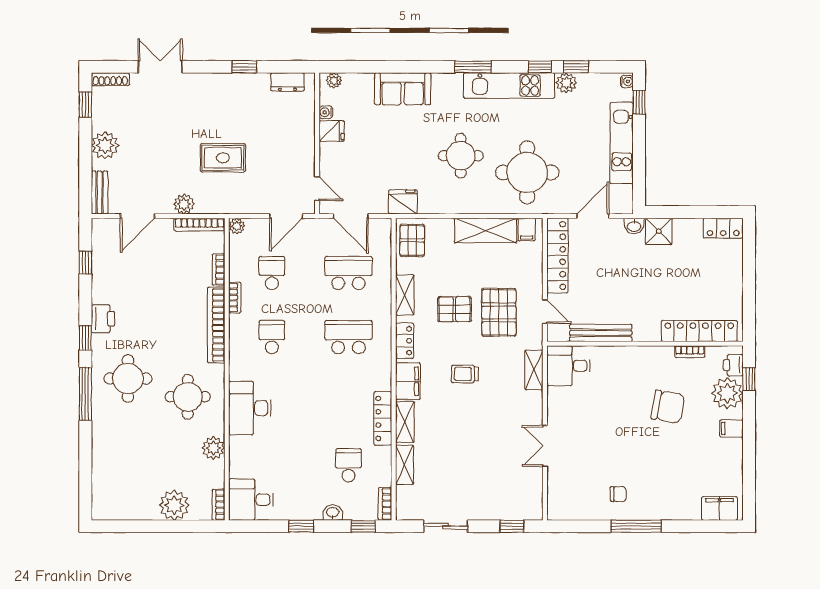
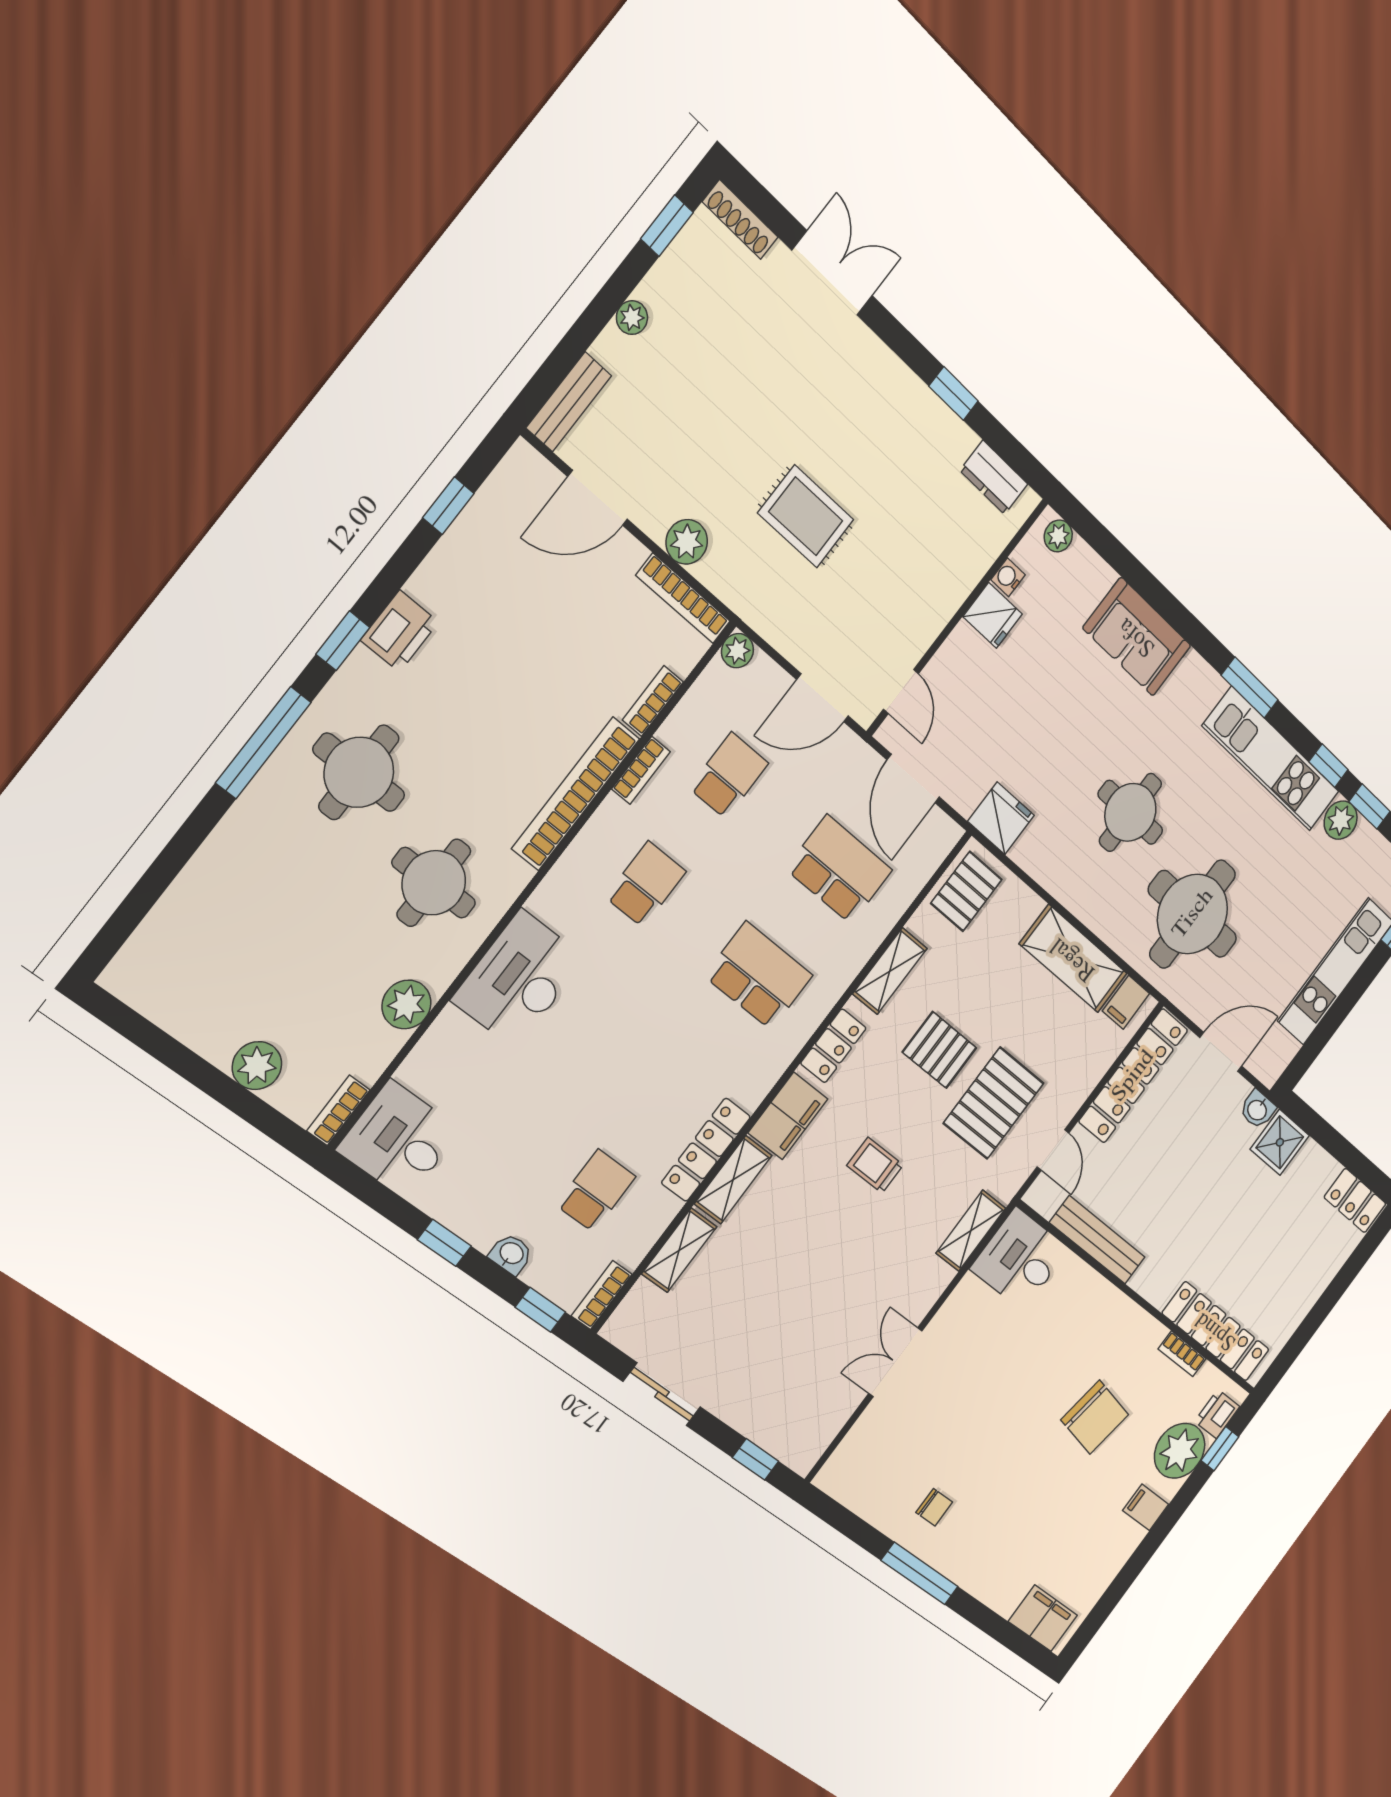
plant: (105, 145) -> (632, 318), width x0.53, depth x0.53
plant: (174, 505) -> (257, 1066), width x0.73, depth x0.73

